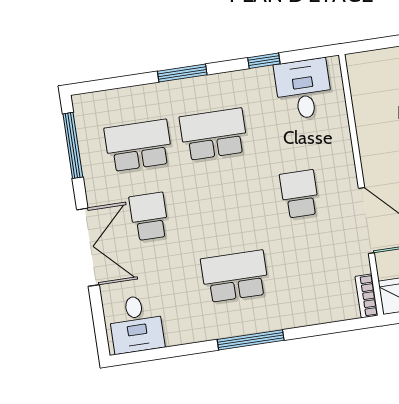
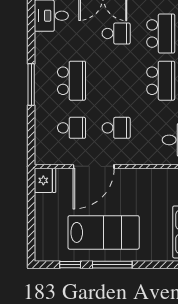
school desk: (310, 265) -> (72, 128), added
bookcase: (367, 296) -> (47, 160), removed

